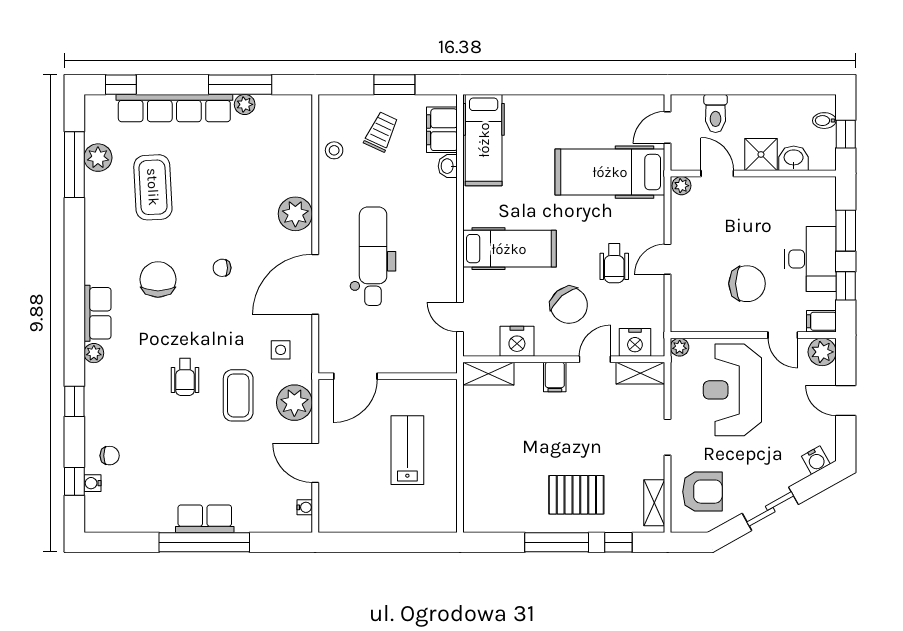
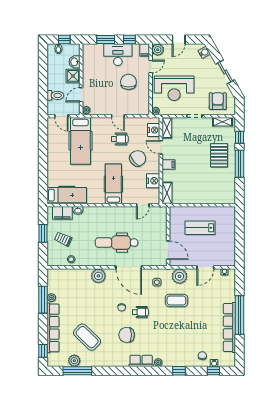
coffee table: (153, 187) -> (87, 337), turned 47
wheelchair: (185, 377) -> (140, 312), moved
row of seats: (205, 519) -> (229, 328), width x2.02

